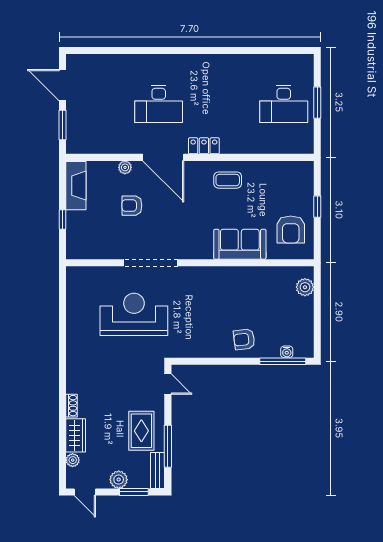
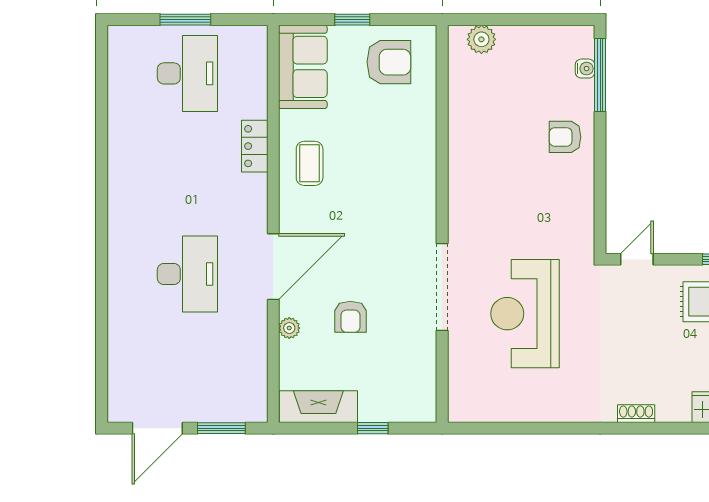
locker: (204, 146) -> (255, 146), moved
sofa: (240, 244) -> (303, 67), moved, turned 180
armchair: (244, 339) -> (565, 137), turned 97
shoe rack: (72, 406) -> (636, 414), moved

